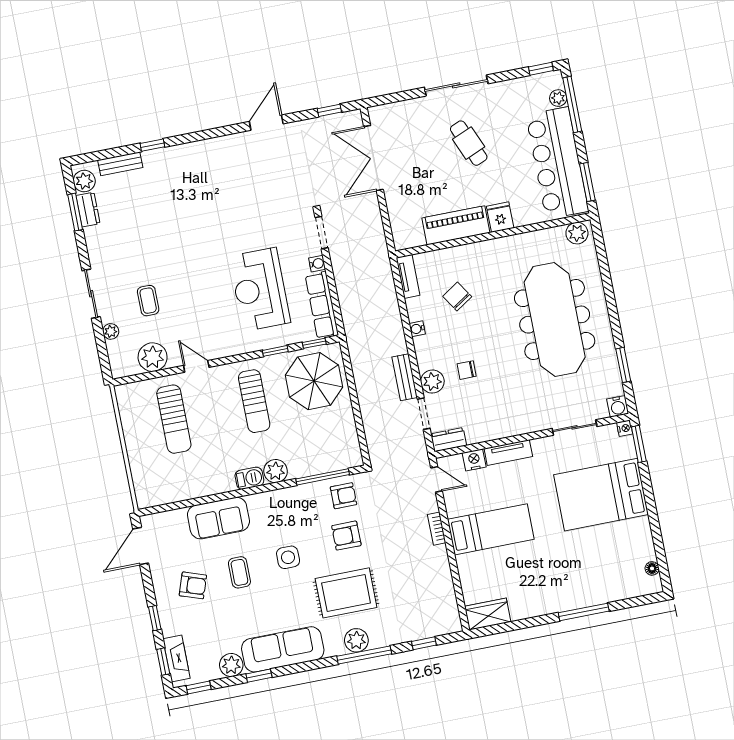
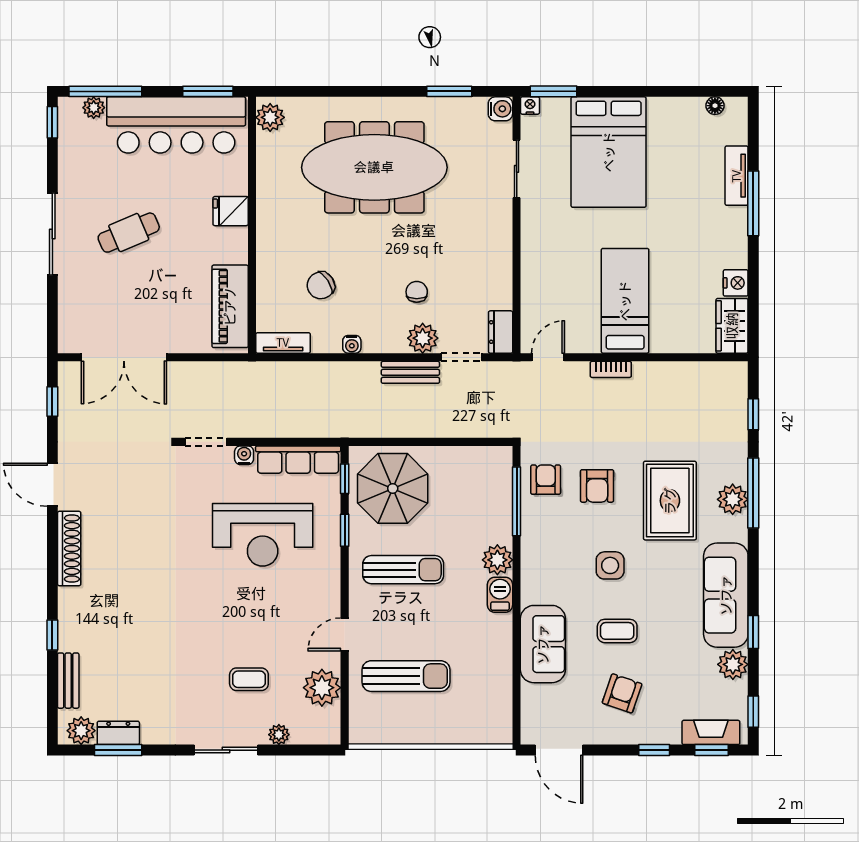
shoe rack: (220, 145) -> (69, 549), added
piano: (456, 225) -> (230, 306), moved
chair: (467, 370) -> (417, 292), turned 180
tv unit: (508, 453) -> (737, 176), moved, turned 180
nightstand: (474, 460) -> (736, 283), moved, turned 180

